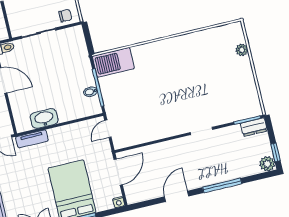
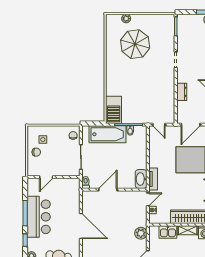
bathtub: (78, 62) -> (108, 134), added
parasol: (210, 70) -> (135, 44), added
washbasin: (44, 119) -> (141, 179), moved
dresser: (254, 127) -> (182, 92), moved
door: (118, 172) -> (191, 125), swing flipped

